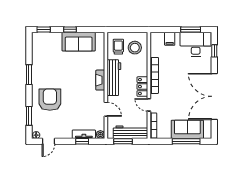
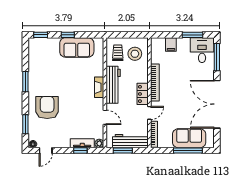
desk: (196, 44) -> (202, 50), width x0.73
window: (214, 51) -> (217, 57), width x2.17
door: (149, 105) -> (149, 113), swing flipped

